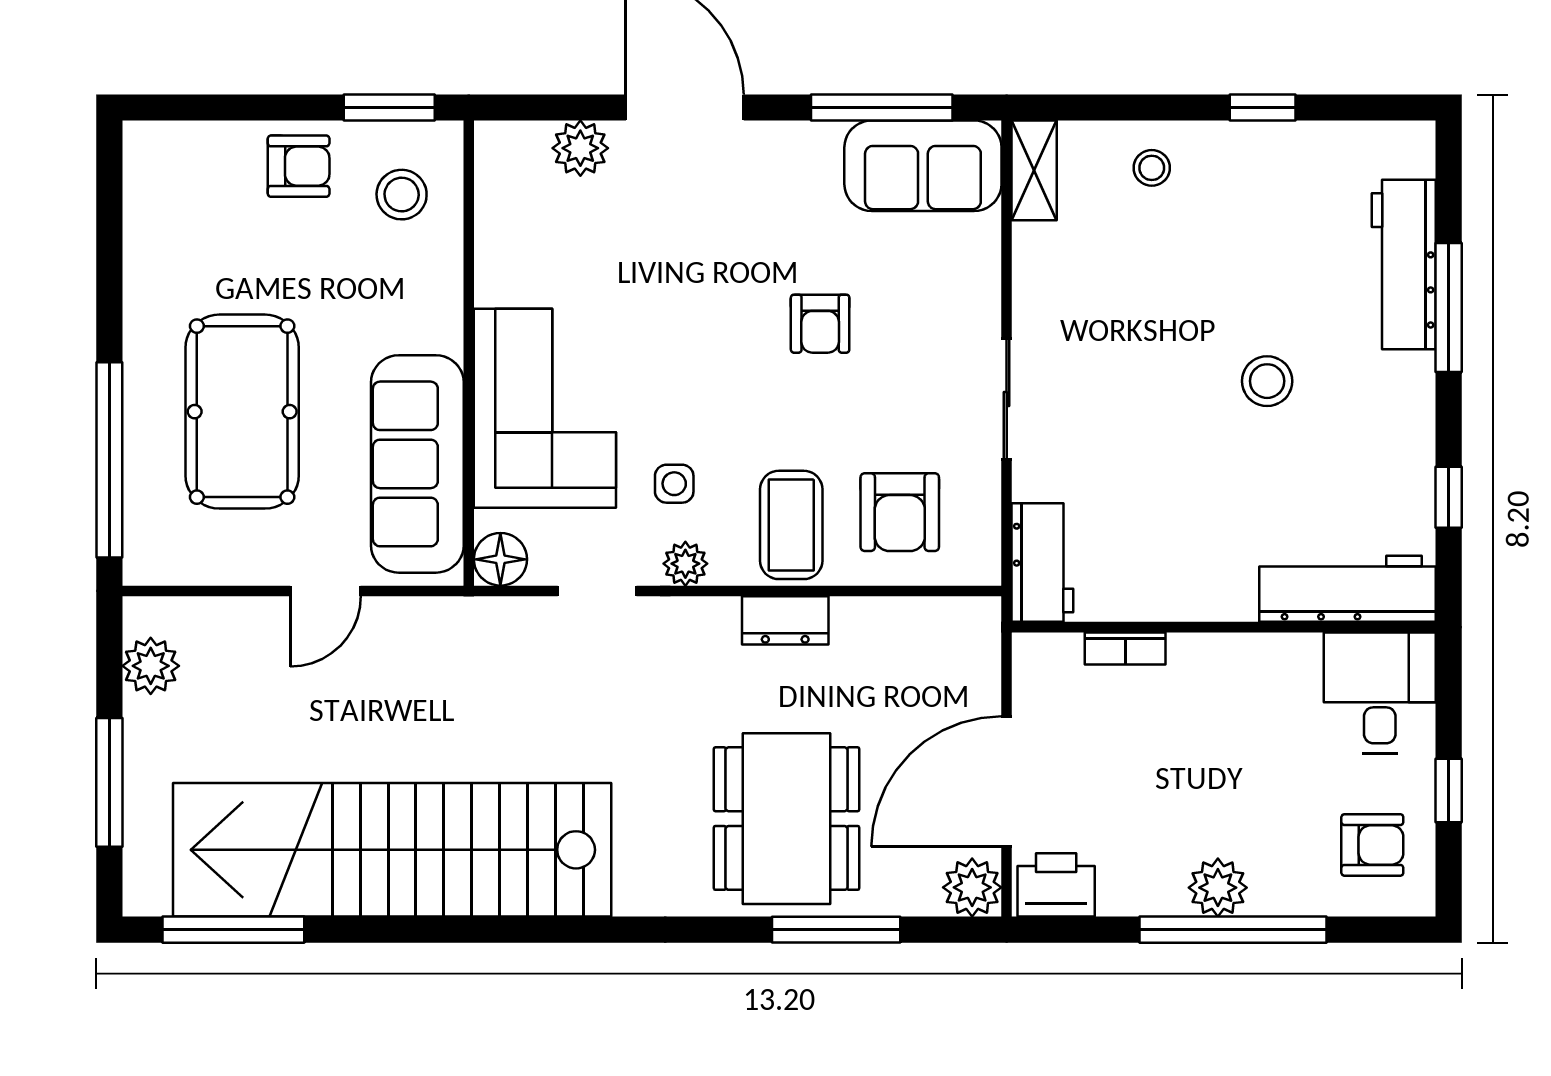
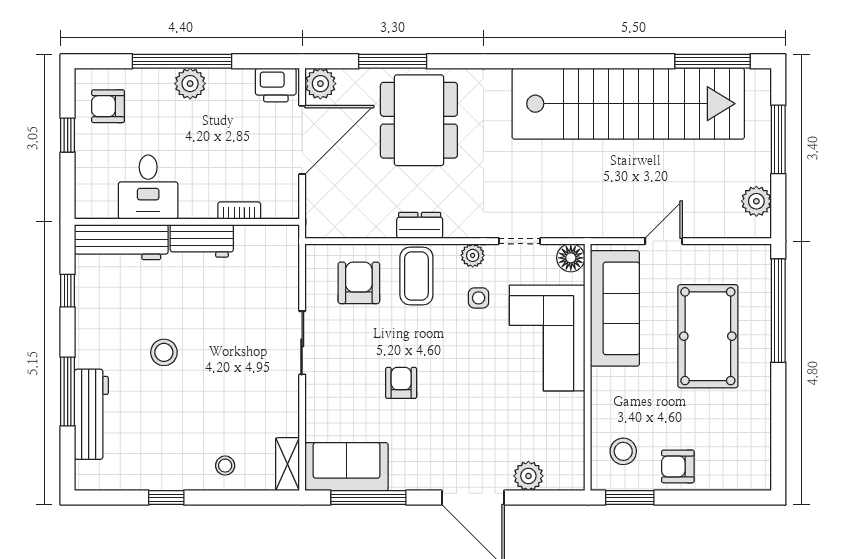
workbench: (1042, 562) -> (202, 241), moved, turned -90
desk: (1380, 693) -> (148, 187), moved

